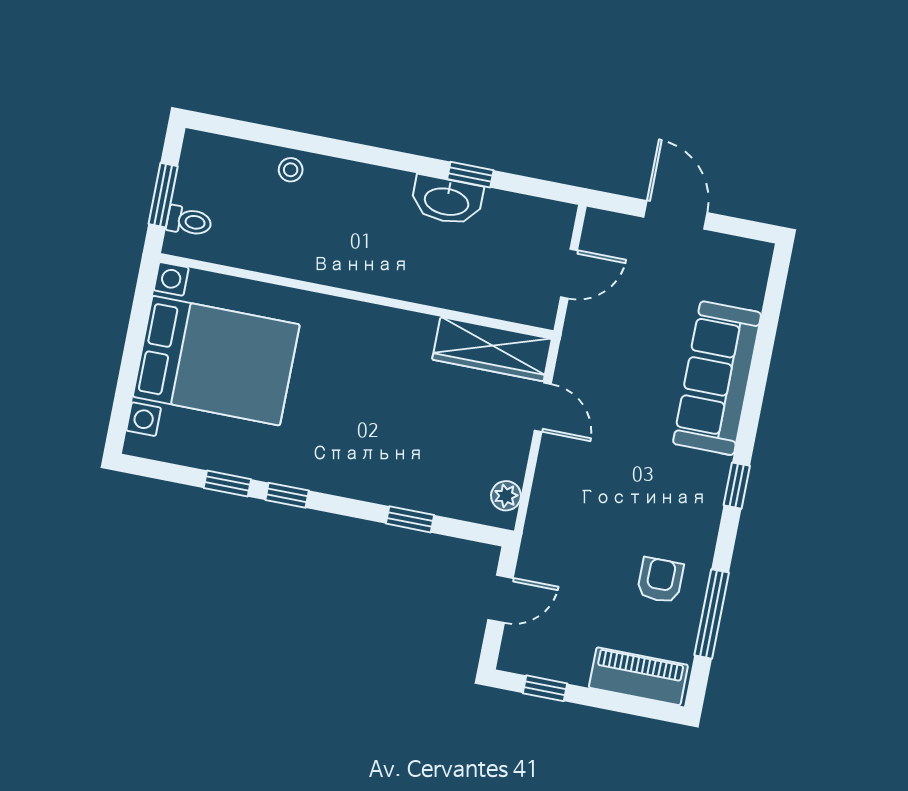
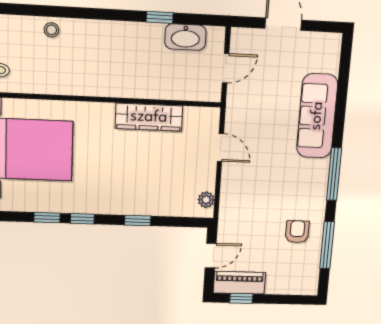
washbasin: (447, 200) -> (185, 37), moved
wardrobe: (492, 349) -> (149, 117), moved
window: (737, 486) -> (334, 174), width x2.17
window: (410, 519) -> (138, 220), moved
piano: (638, 676) -> (239, 283), moved

